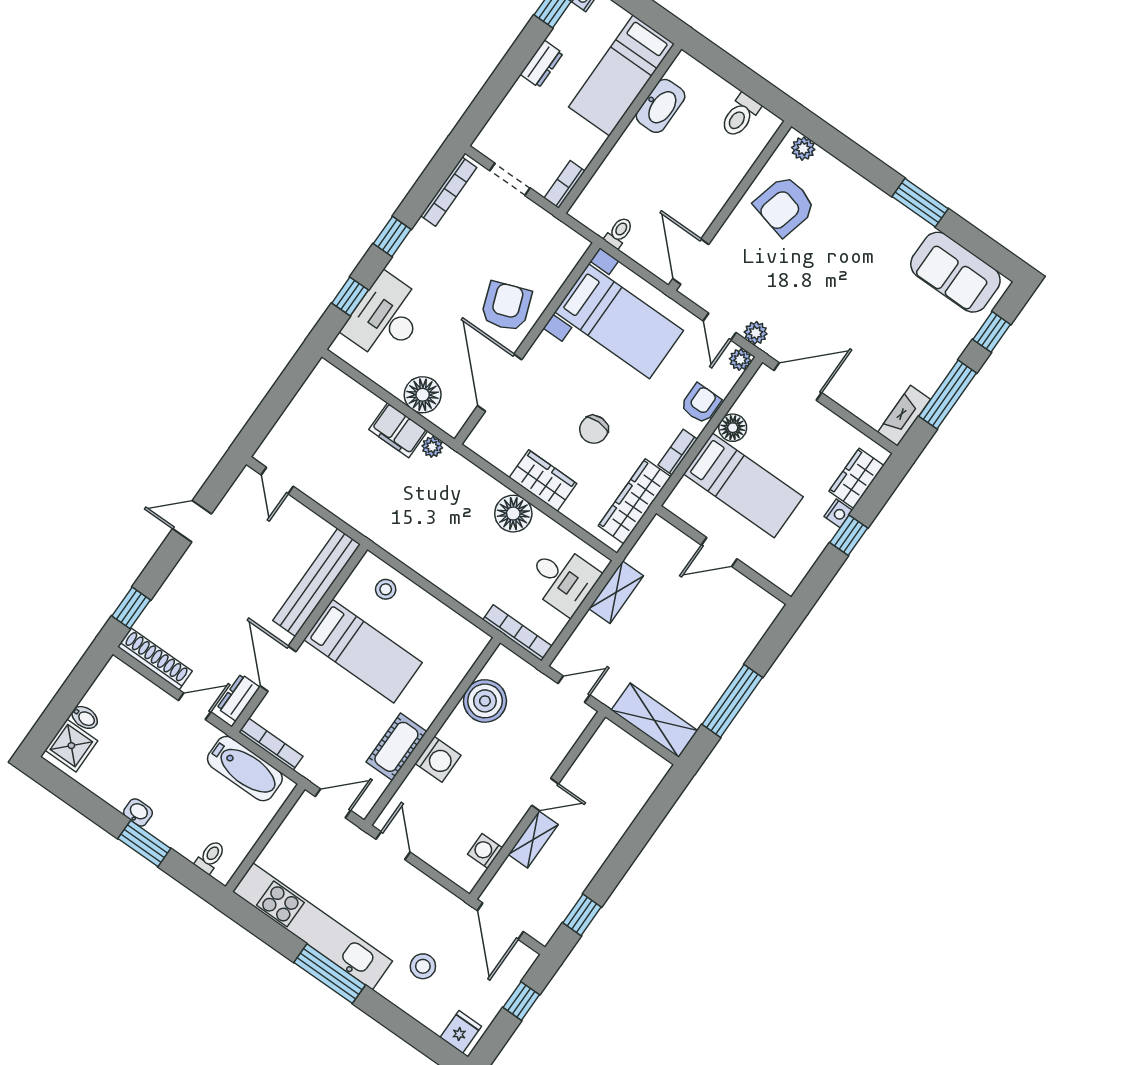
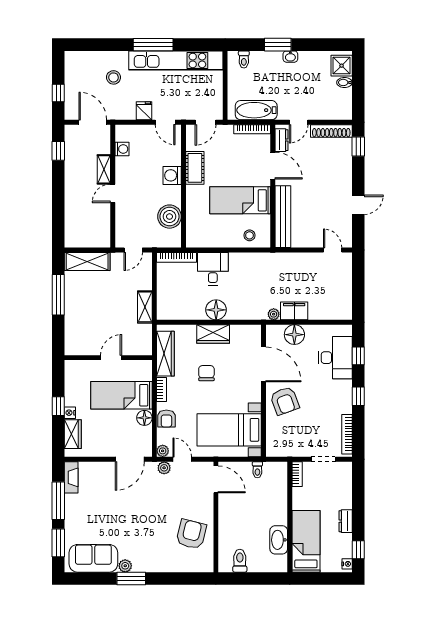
plant: (803, 149) -> (125, 566), moved
window: (992, 332) -> (58, 543), width x1.50
desk: (563, 579) -> (213, 269), moved, turned 90
fridge: (461, 1032) -> (144, 111), moved, turned 180

